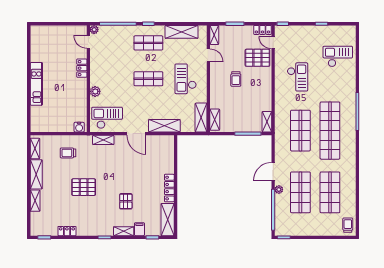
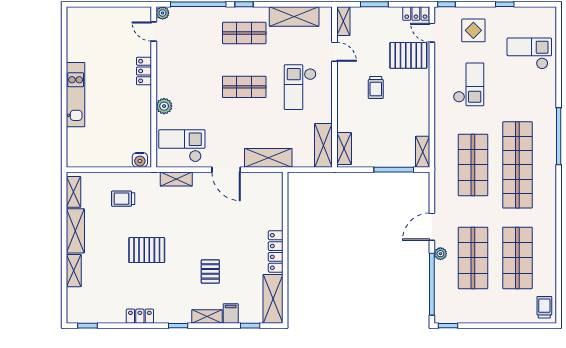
display table: (301, 41) -> (473, 30), added
locker: (67, 231) -> (140, 316), moved

